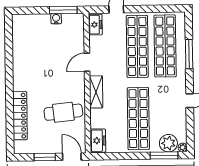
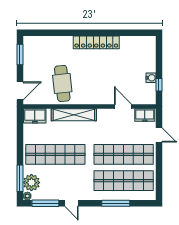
window: (63, 10) -> (159, 85), width x0.46
door: (87, 62) -> (123, 106), moved
shelving: (96, 92) -> (74, 115), width x1.47
locker: (20, 116) -> (96, 42), moved
window: (190, 128) -> (45, 203), added
window: (45, 157) -> (20, 54), moved

